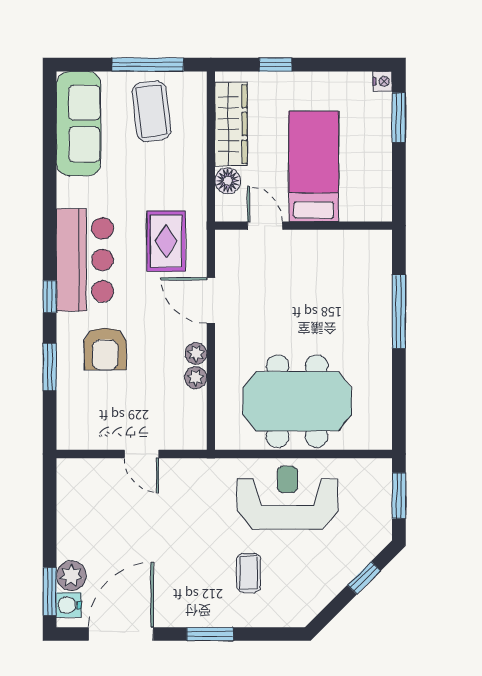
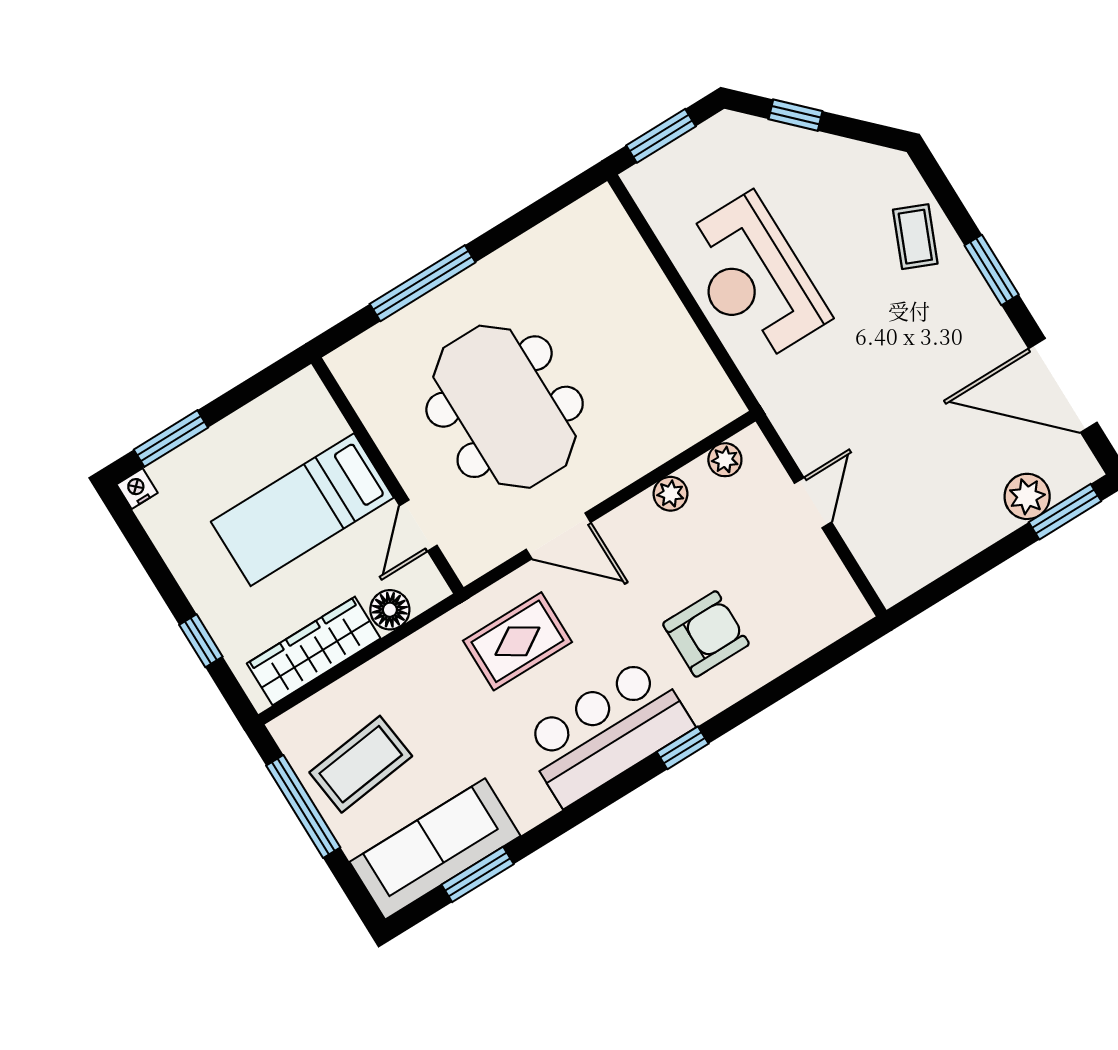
door: (211, 300) -> (558, 536), hinge flipped
plant: (196, 353) -> (725, 460), moved
window: (50, 367) -> (478, 874), moved
meeting table: (297, 401) -> (505, 407), moved
coffee table: (249, 573) -> (915, 237), moved, turned -67
water cooler: (69, 605) -> (1067, 476), removed

